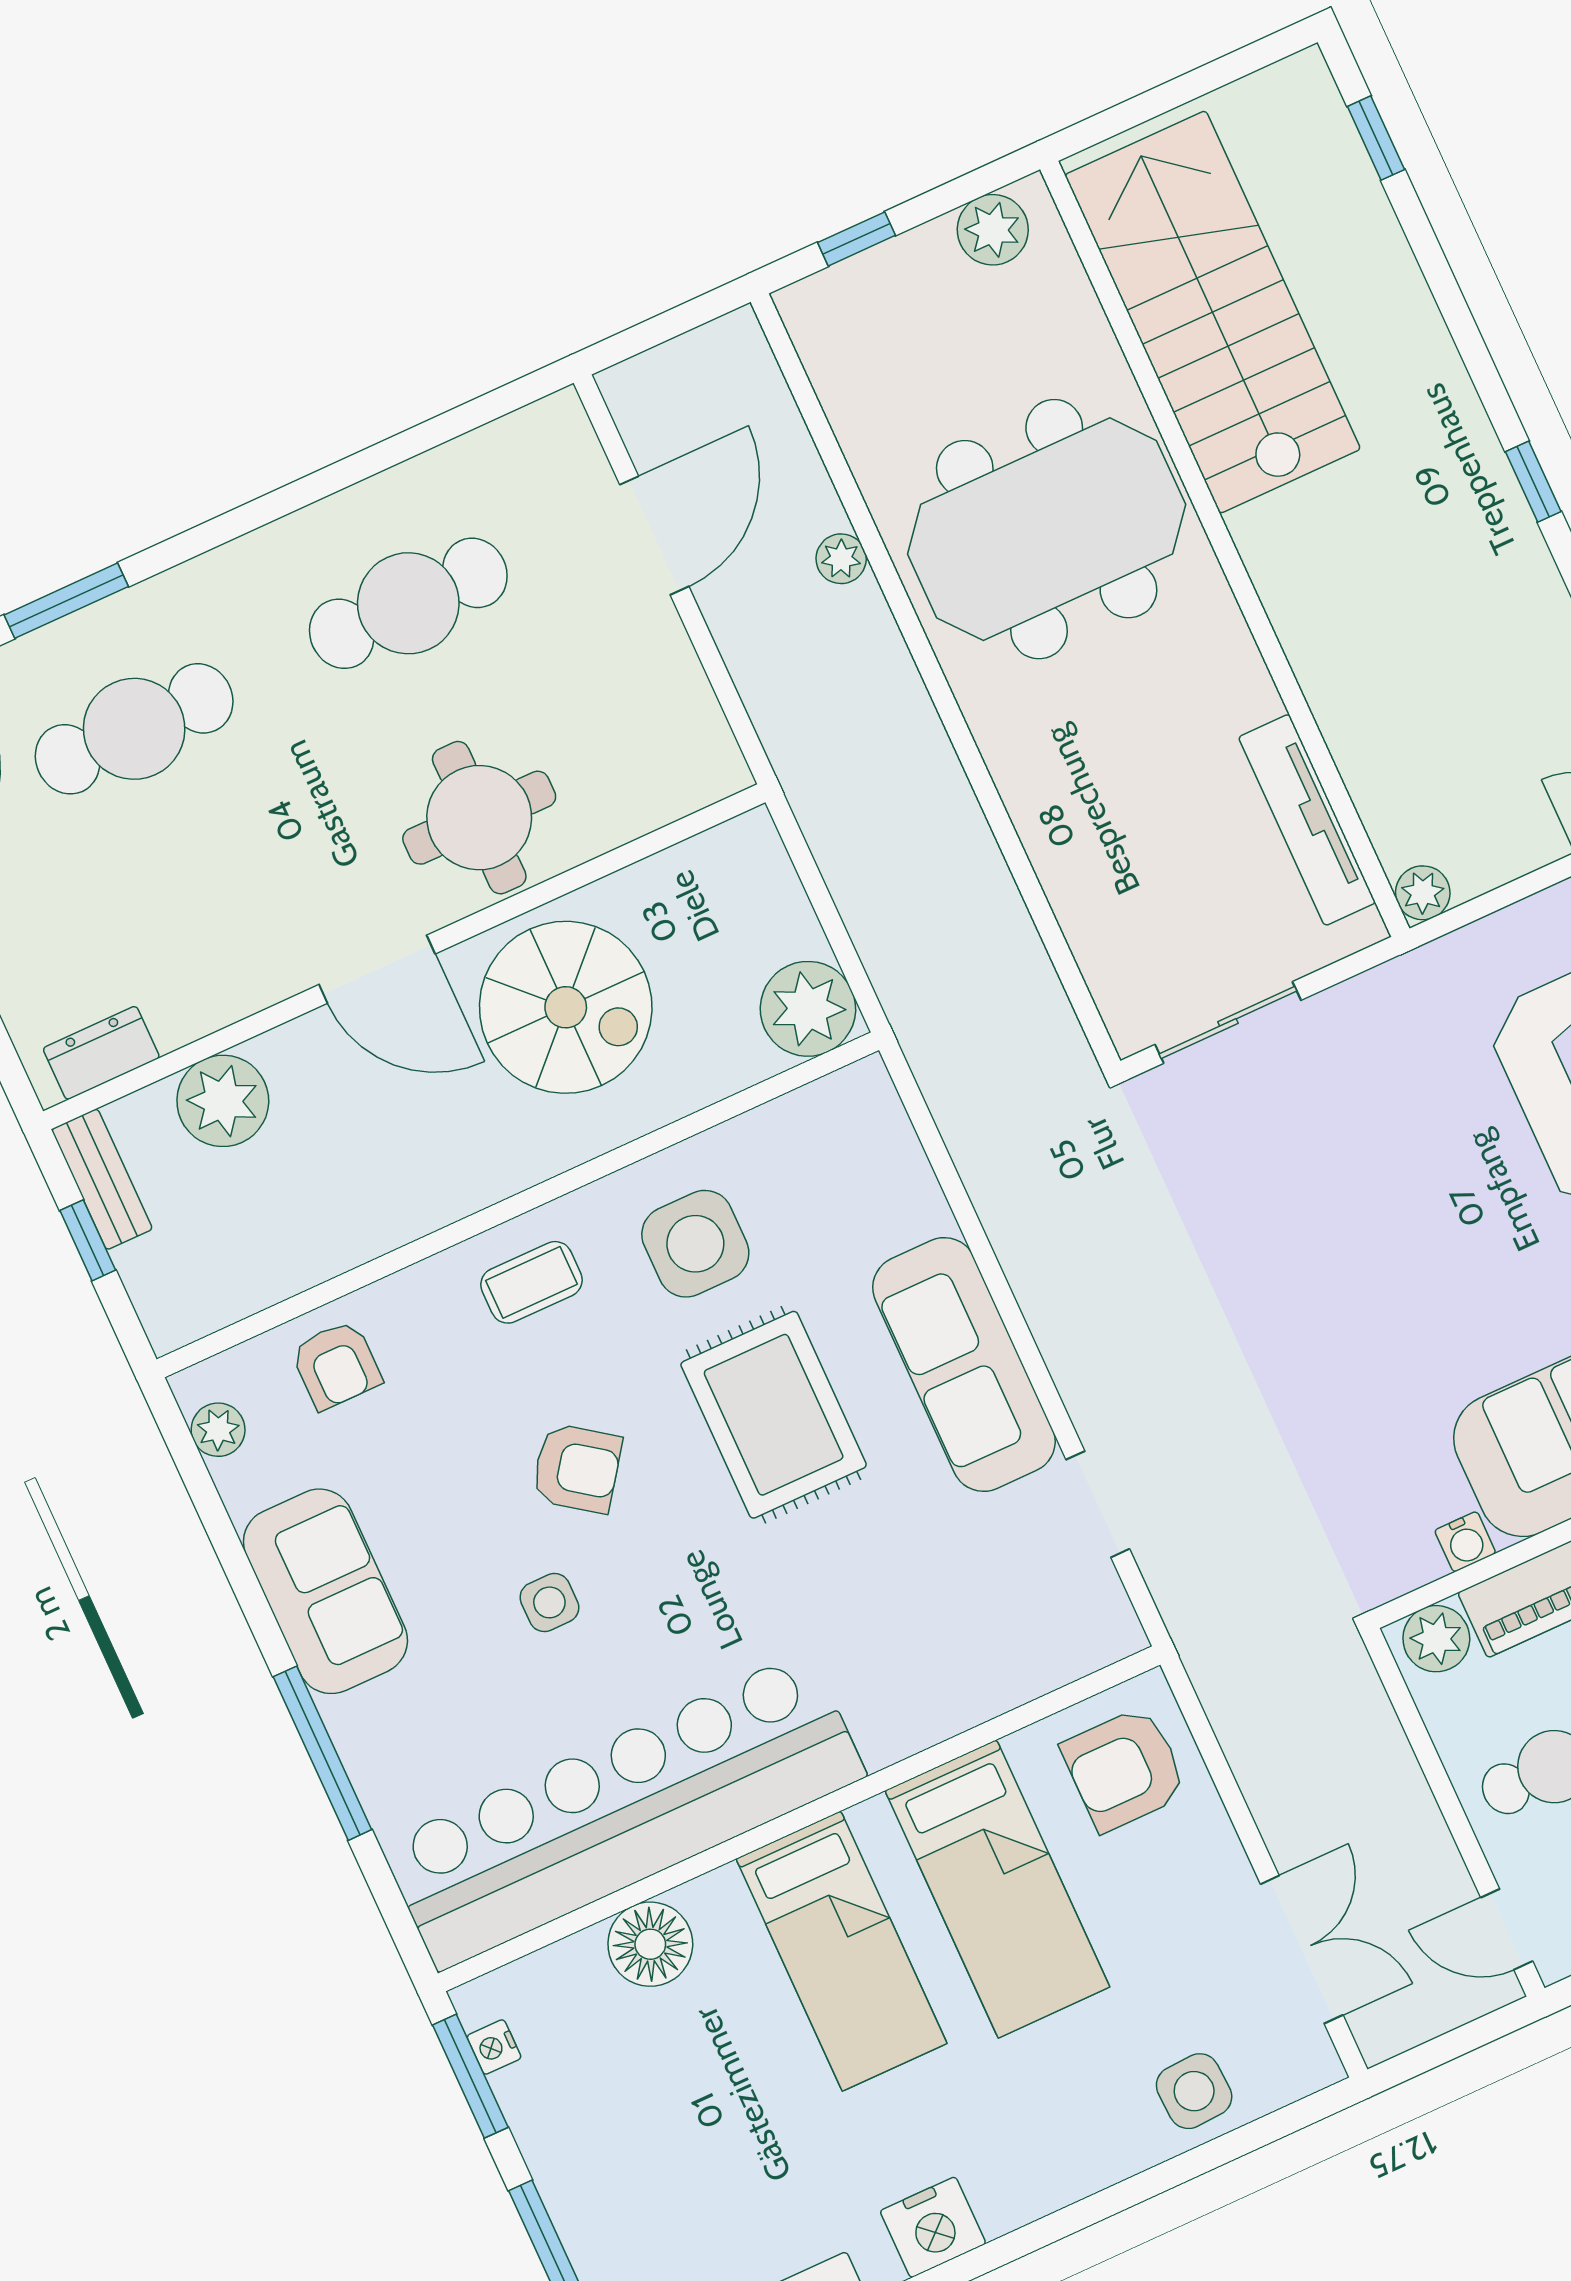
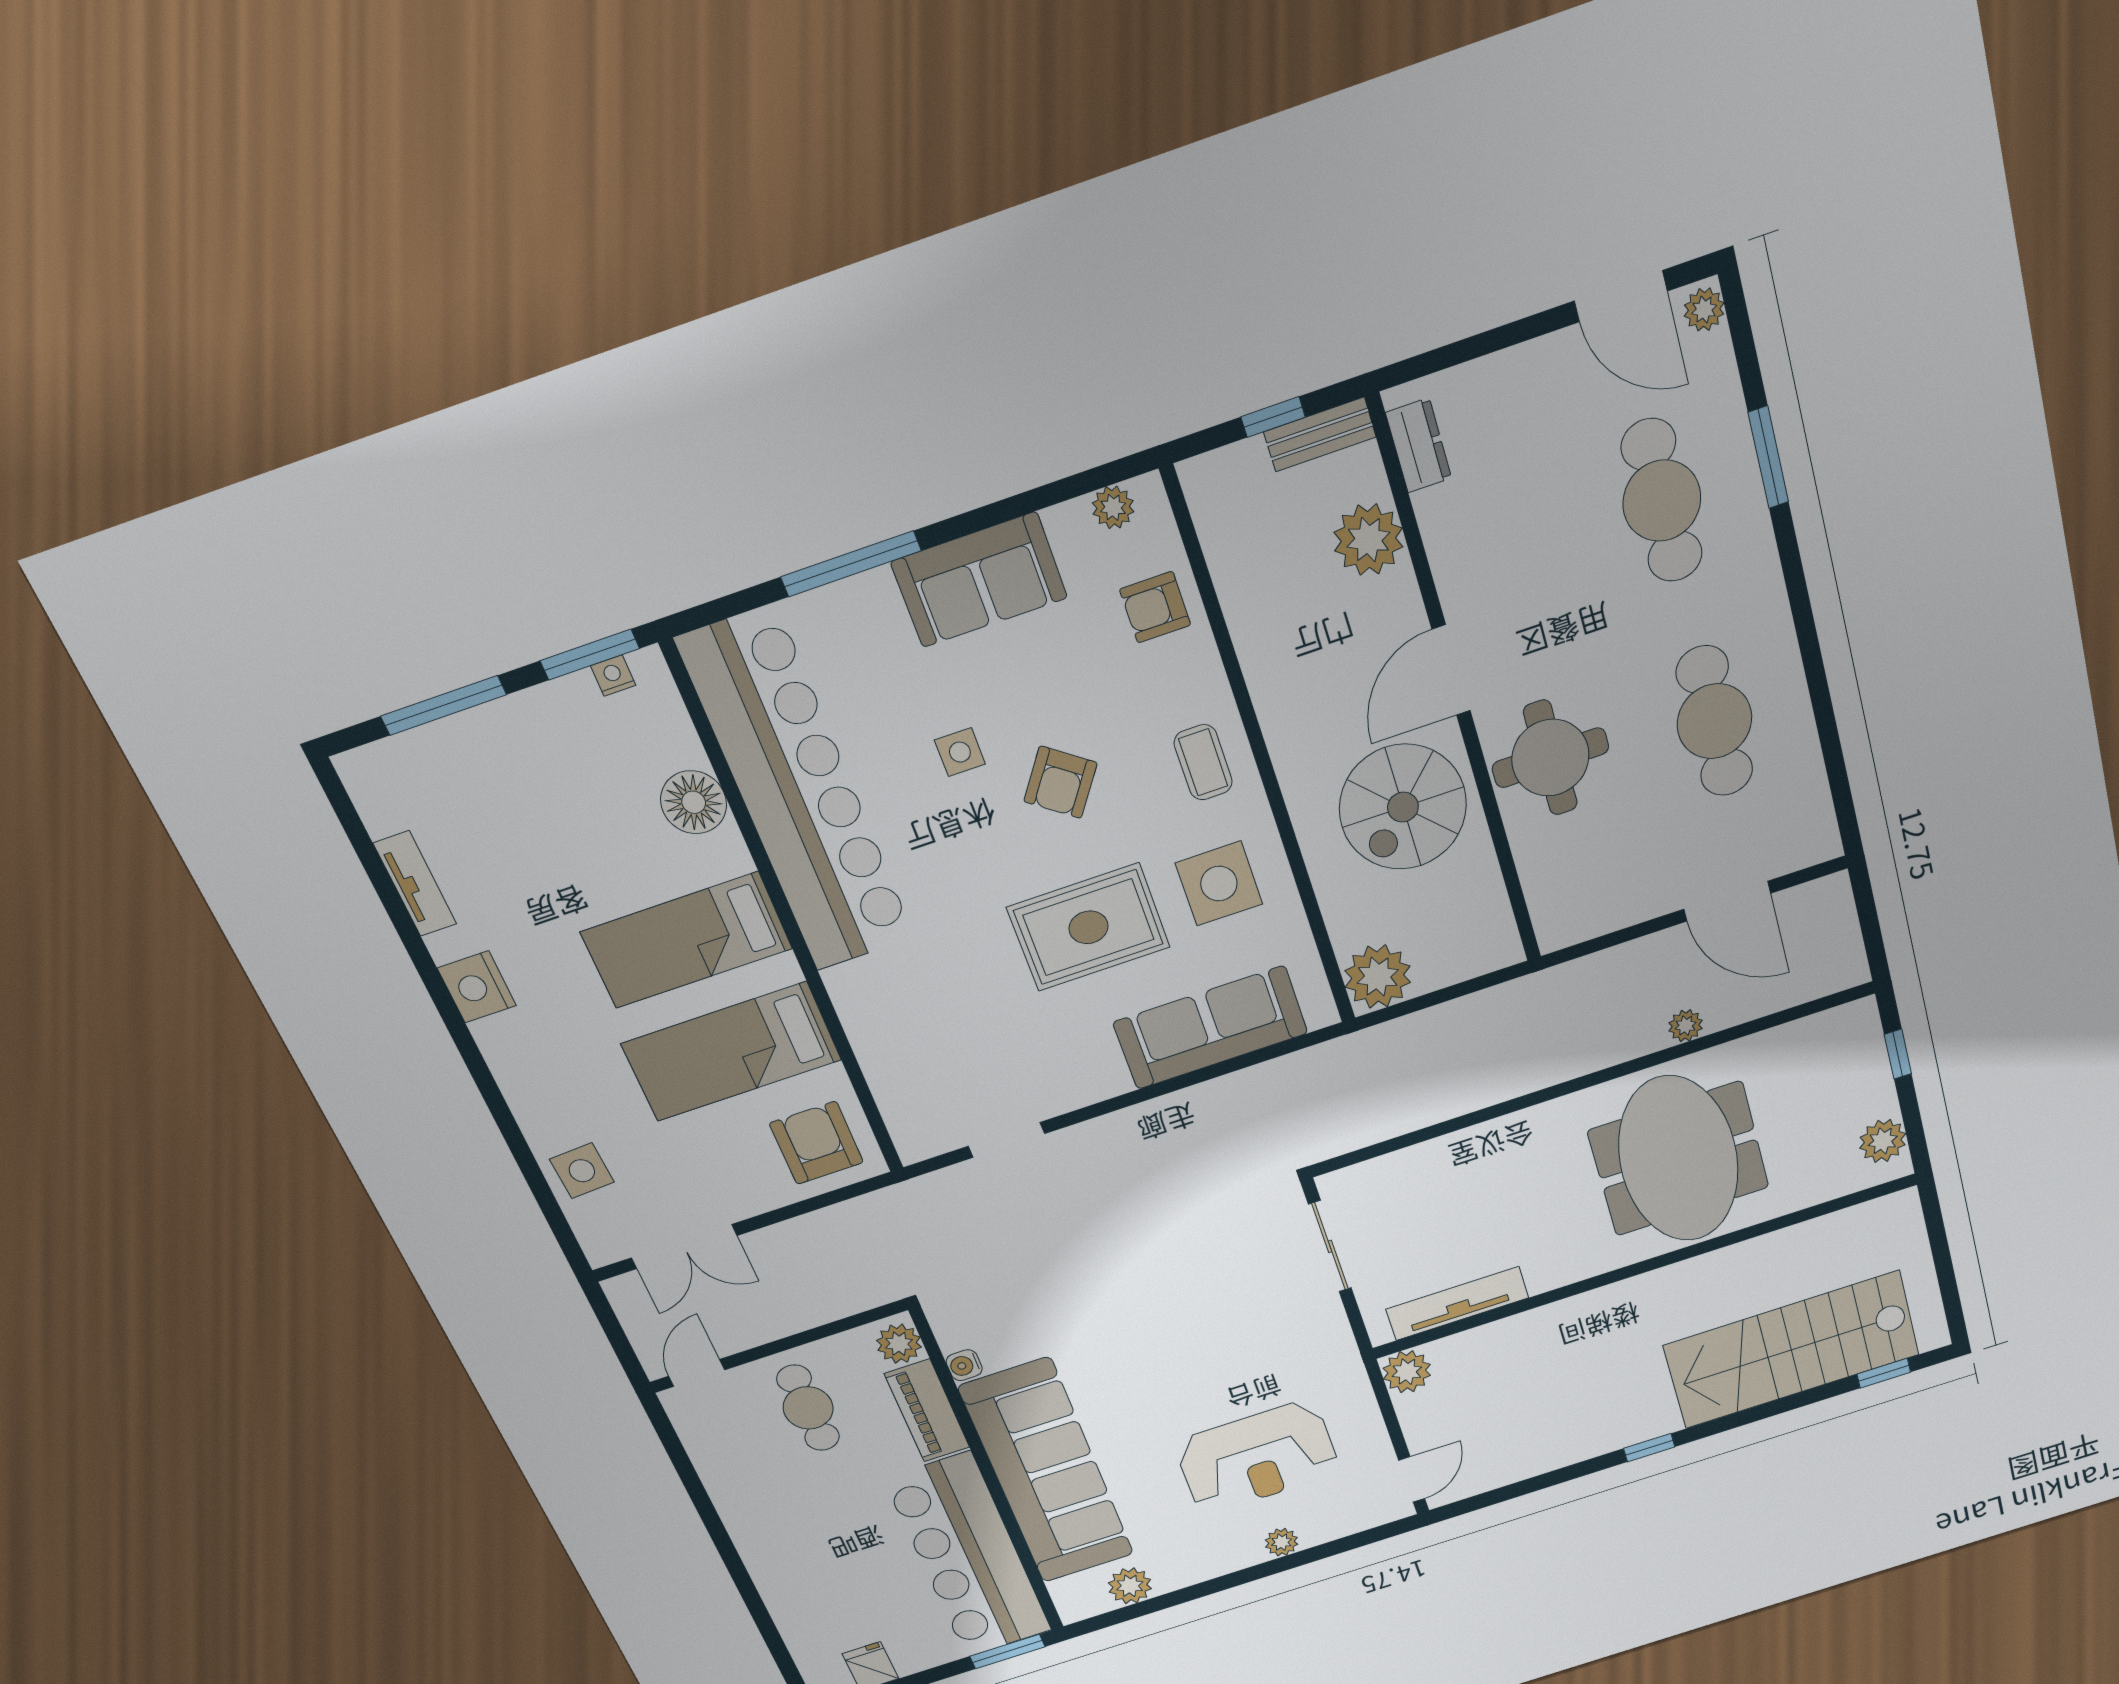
stairs: (1213, 312) -> (1791, 1350), moved, turned 180
plant: (1423, 893) -> (1407, 1372), width x1.38, depth x1.38
sofa: (964, 1365) -> (1210, 1028), moved

